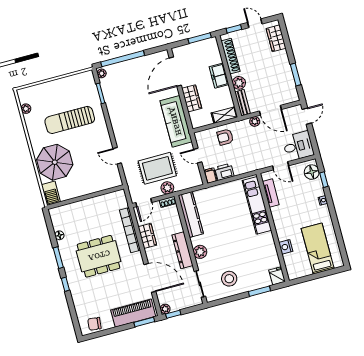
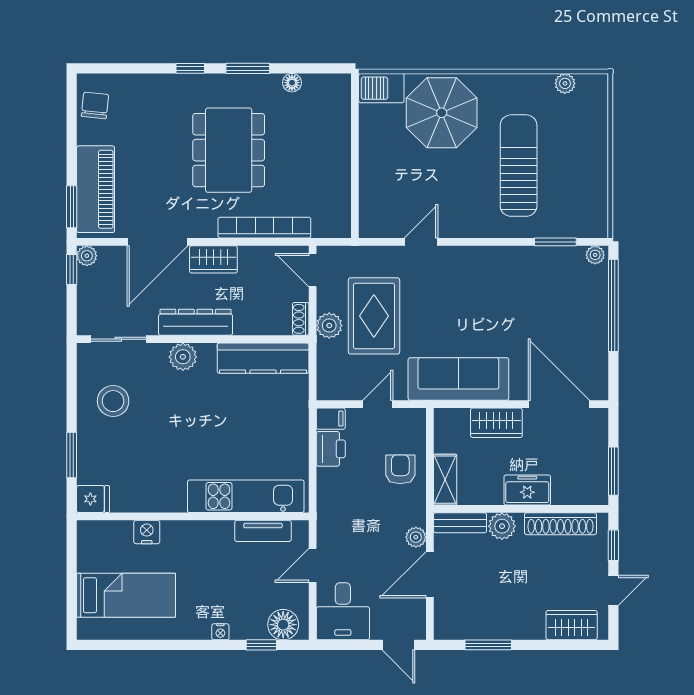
wardrobe: (147, 236) -> (213, 259), moved

